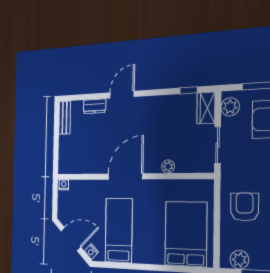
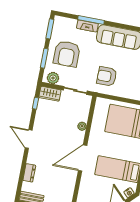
door: (122, 95) -> (29, 139), moved
door: (125, 176) -> (83, 158), hinge flipped
armchair: (244, 207) -> (107, 76), moved

